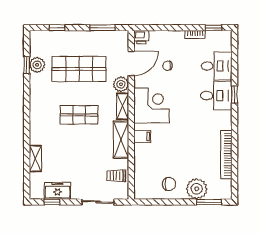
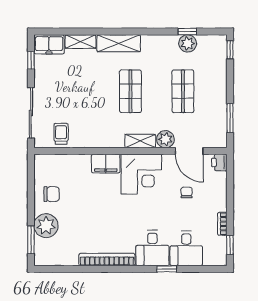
window: (57, 28) -> (230, 50), moved
shop shelf: (79, 69) -> (183, 91), width x0.70, depth x0.74
window: (234, 94) -> (167, 269), moved
filing cabinet: (142, 136) -> (106, 163), width x2.00
shelving: (121, 140) -> (119, 43), moved
bookcase: (226, 155) -> (107, 259), moved
chair: (169, 184) -> (52, 194), turned -90
freezer: (58, 191) -> (49, 44), moved, turned 90
sliding door: (98, 202) -> (31, 113), width x1.37

